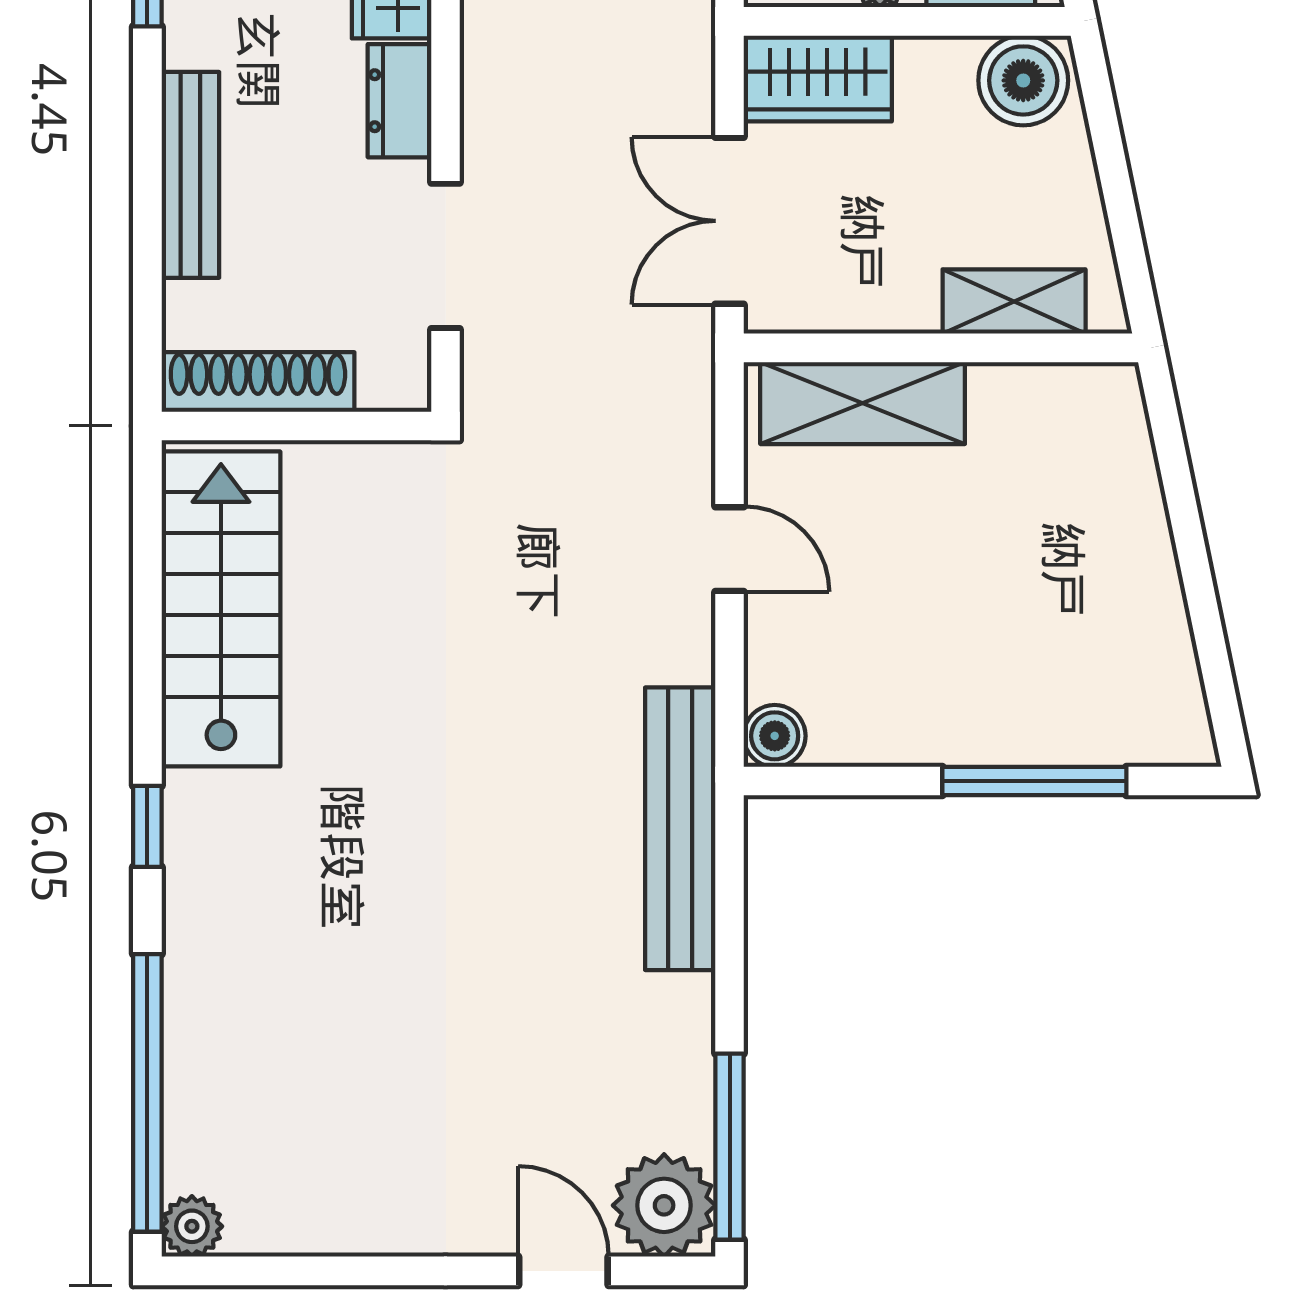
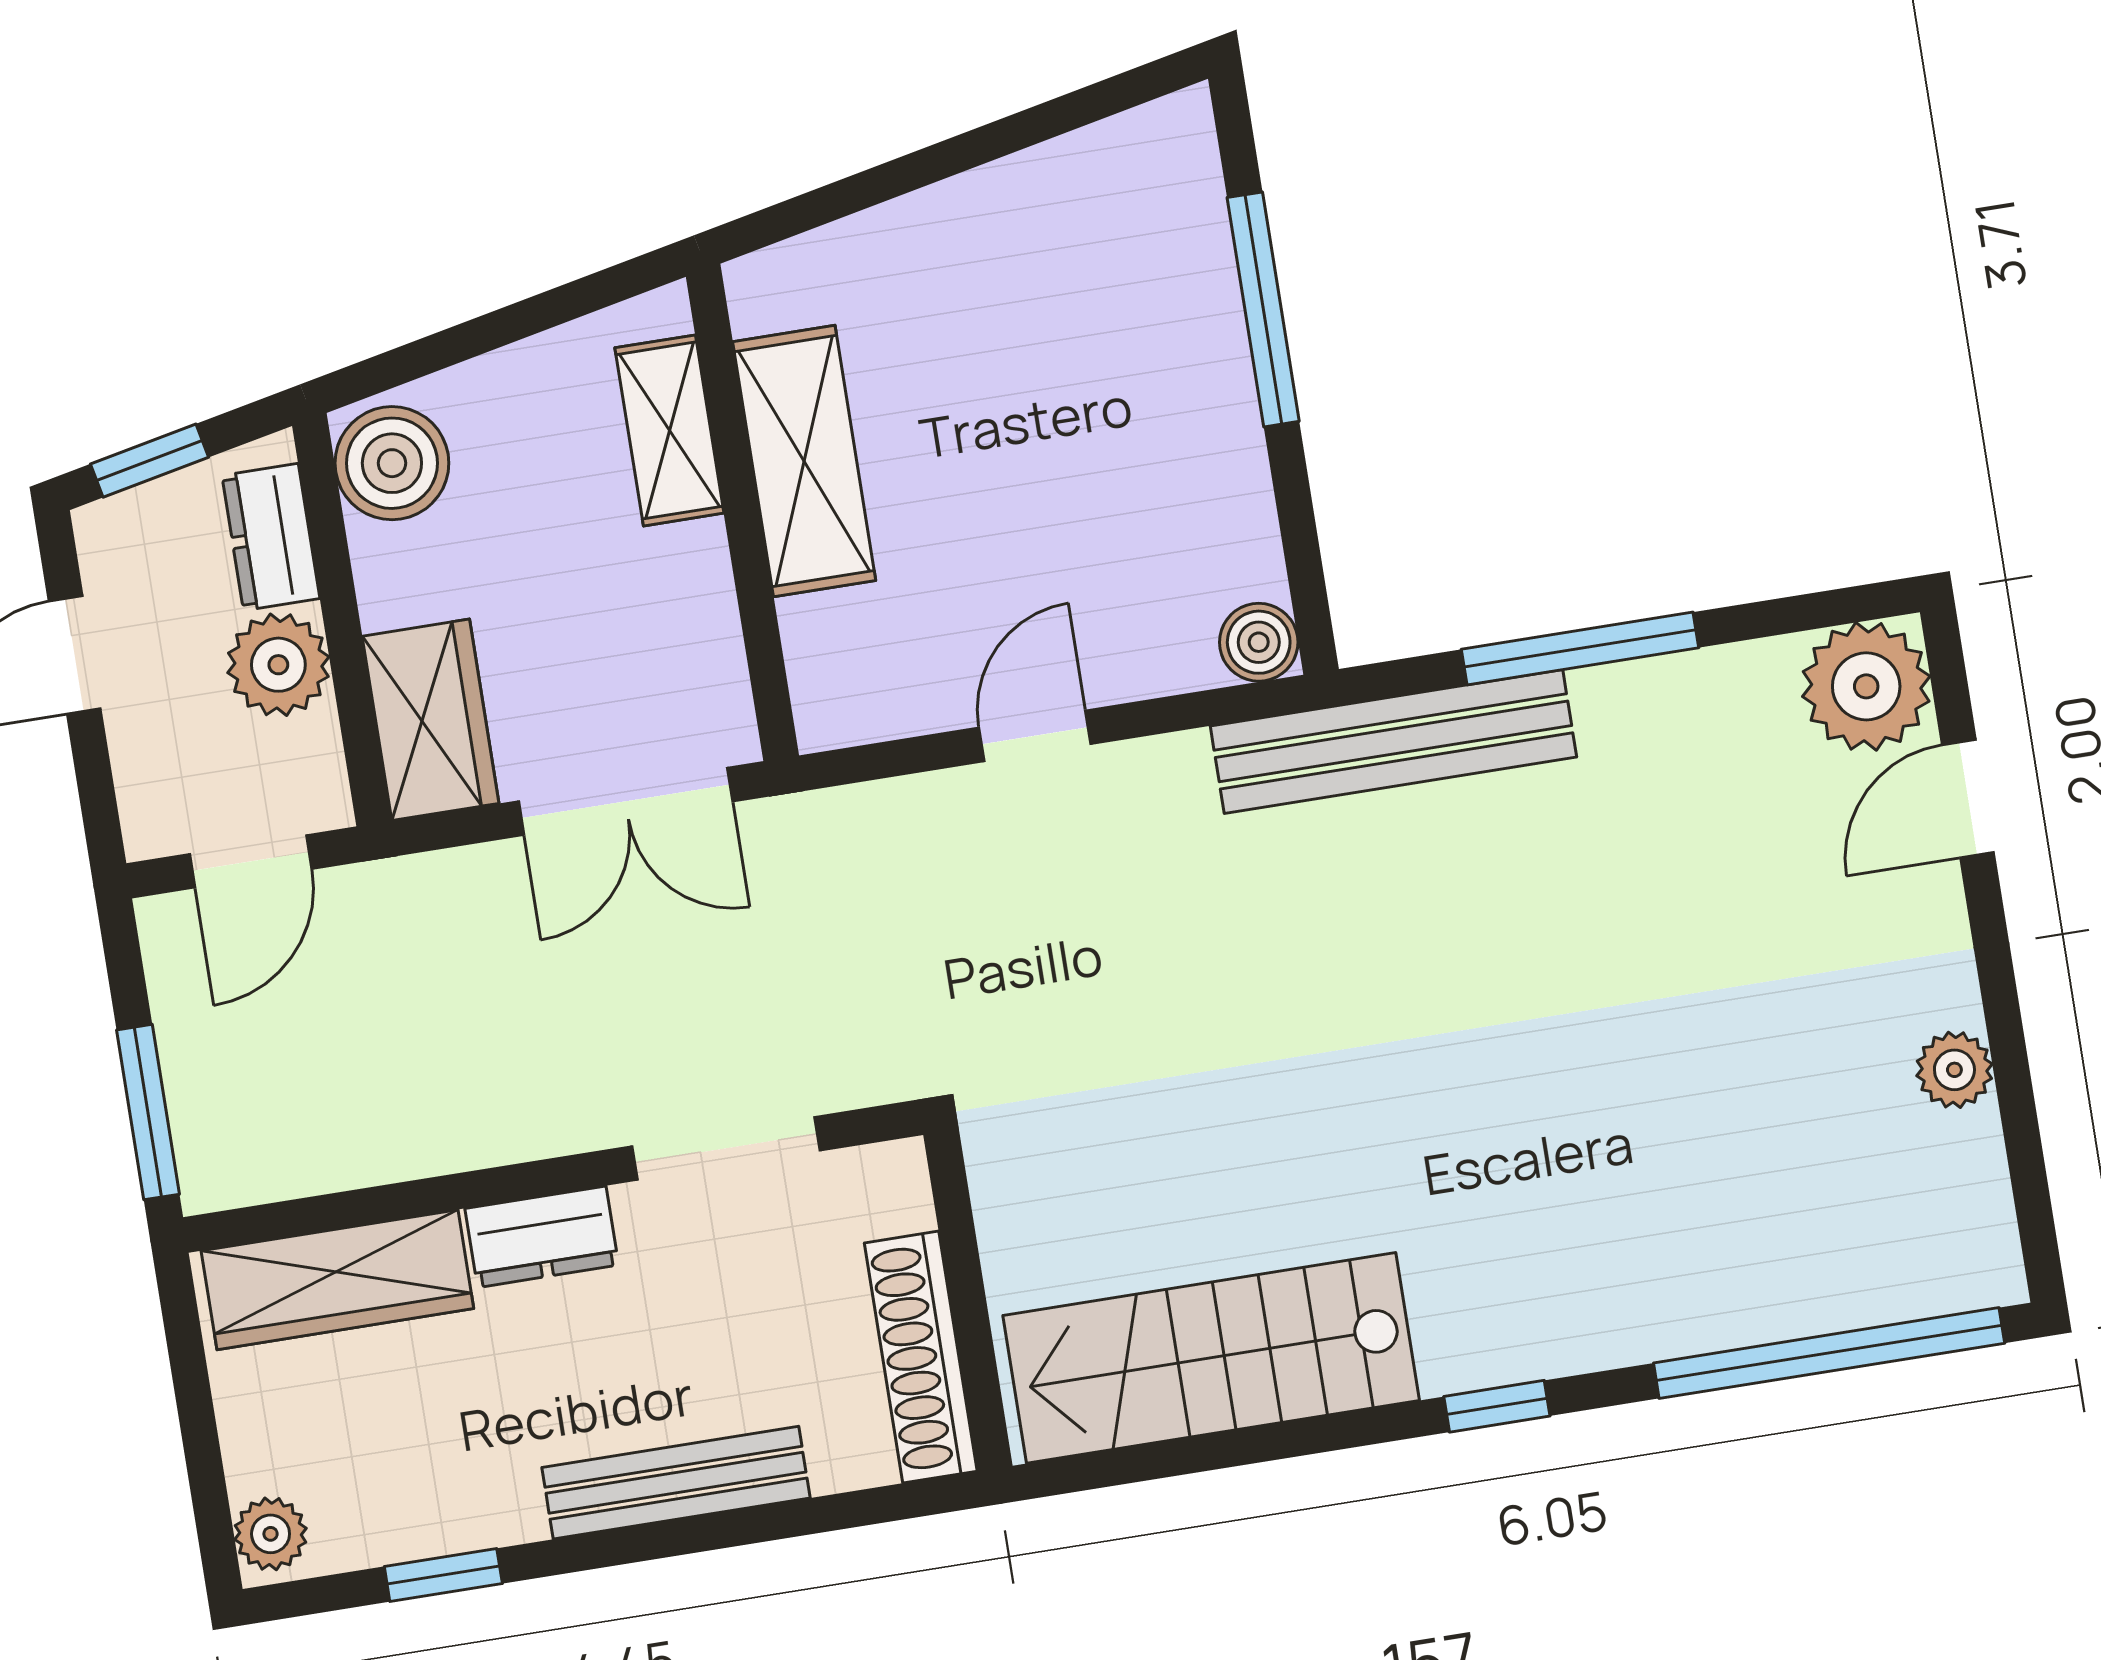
shelving: (863, 403) -> (804, 461), moved
window: (730, 1147) -> (1580, 648), moved
plant: (192, 1226) -> (1954, 1070), moved

